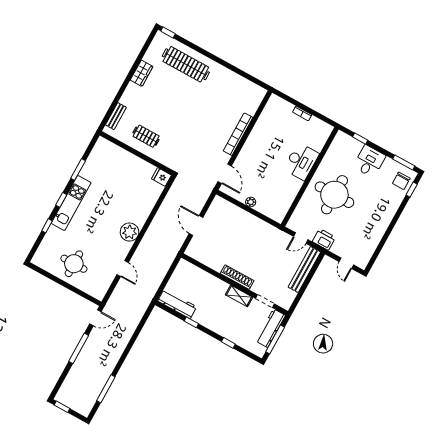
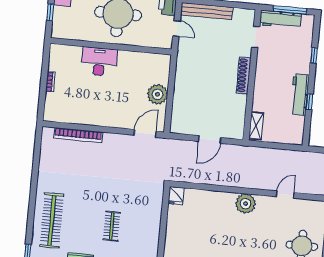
bookcase: (238, 134) -> (78, 135), moved
clothes rail: (146, 136) -> (112, 226), moved
plant: (251, 202) -> (157, 94), width x1.88, depth x1.88
shelving: (239, 296) -> (256, 126), moved
workbench: (177, 304) -> (300, 95), moved

